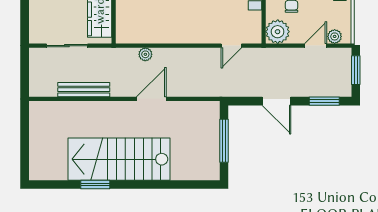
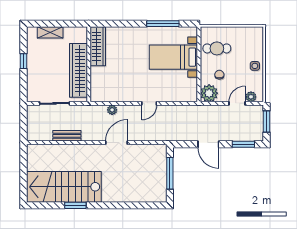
door: (231, 46) -> (149, 103), moved
bench: (84, 90) -> (67, 136), width x0.73
stairs: (119, 159) -> (64, 187), moved

